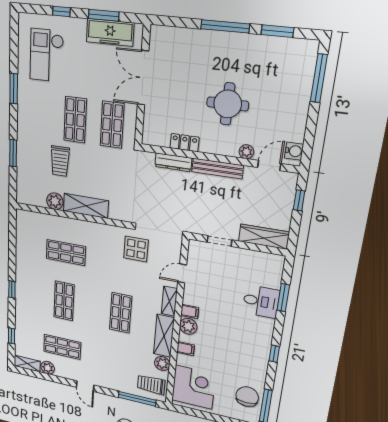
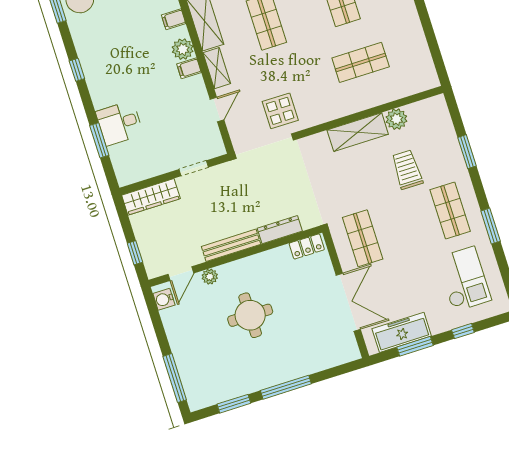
shop shelf: (75, 120) -> (450, 211), moved
locker: (184, 143) -> (307, 246), moved

